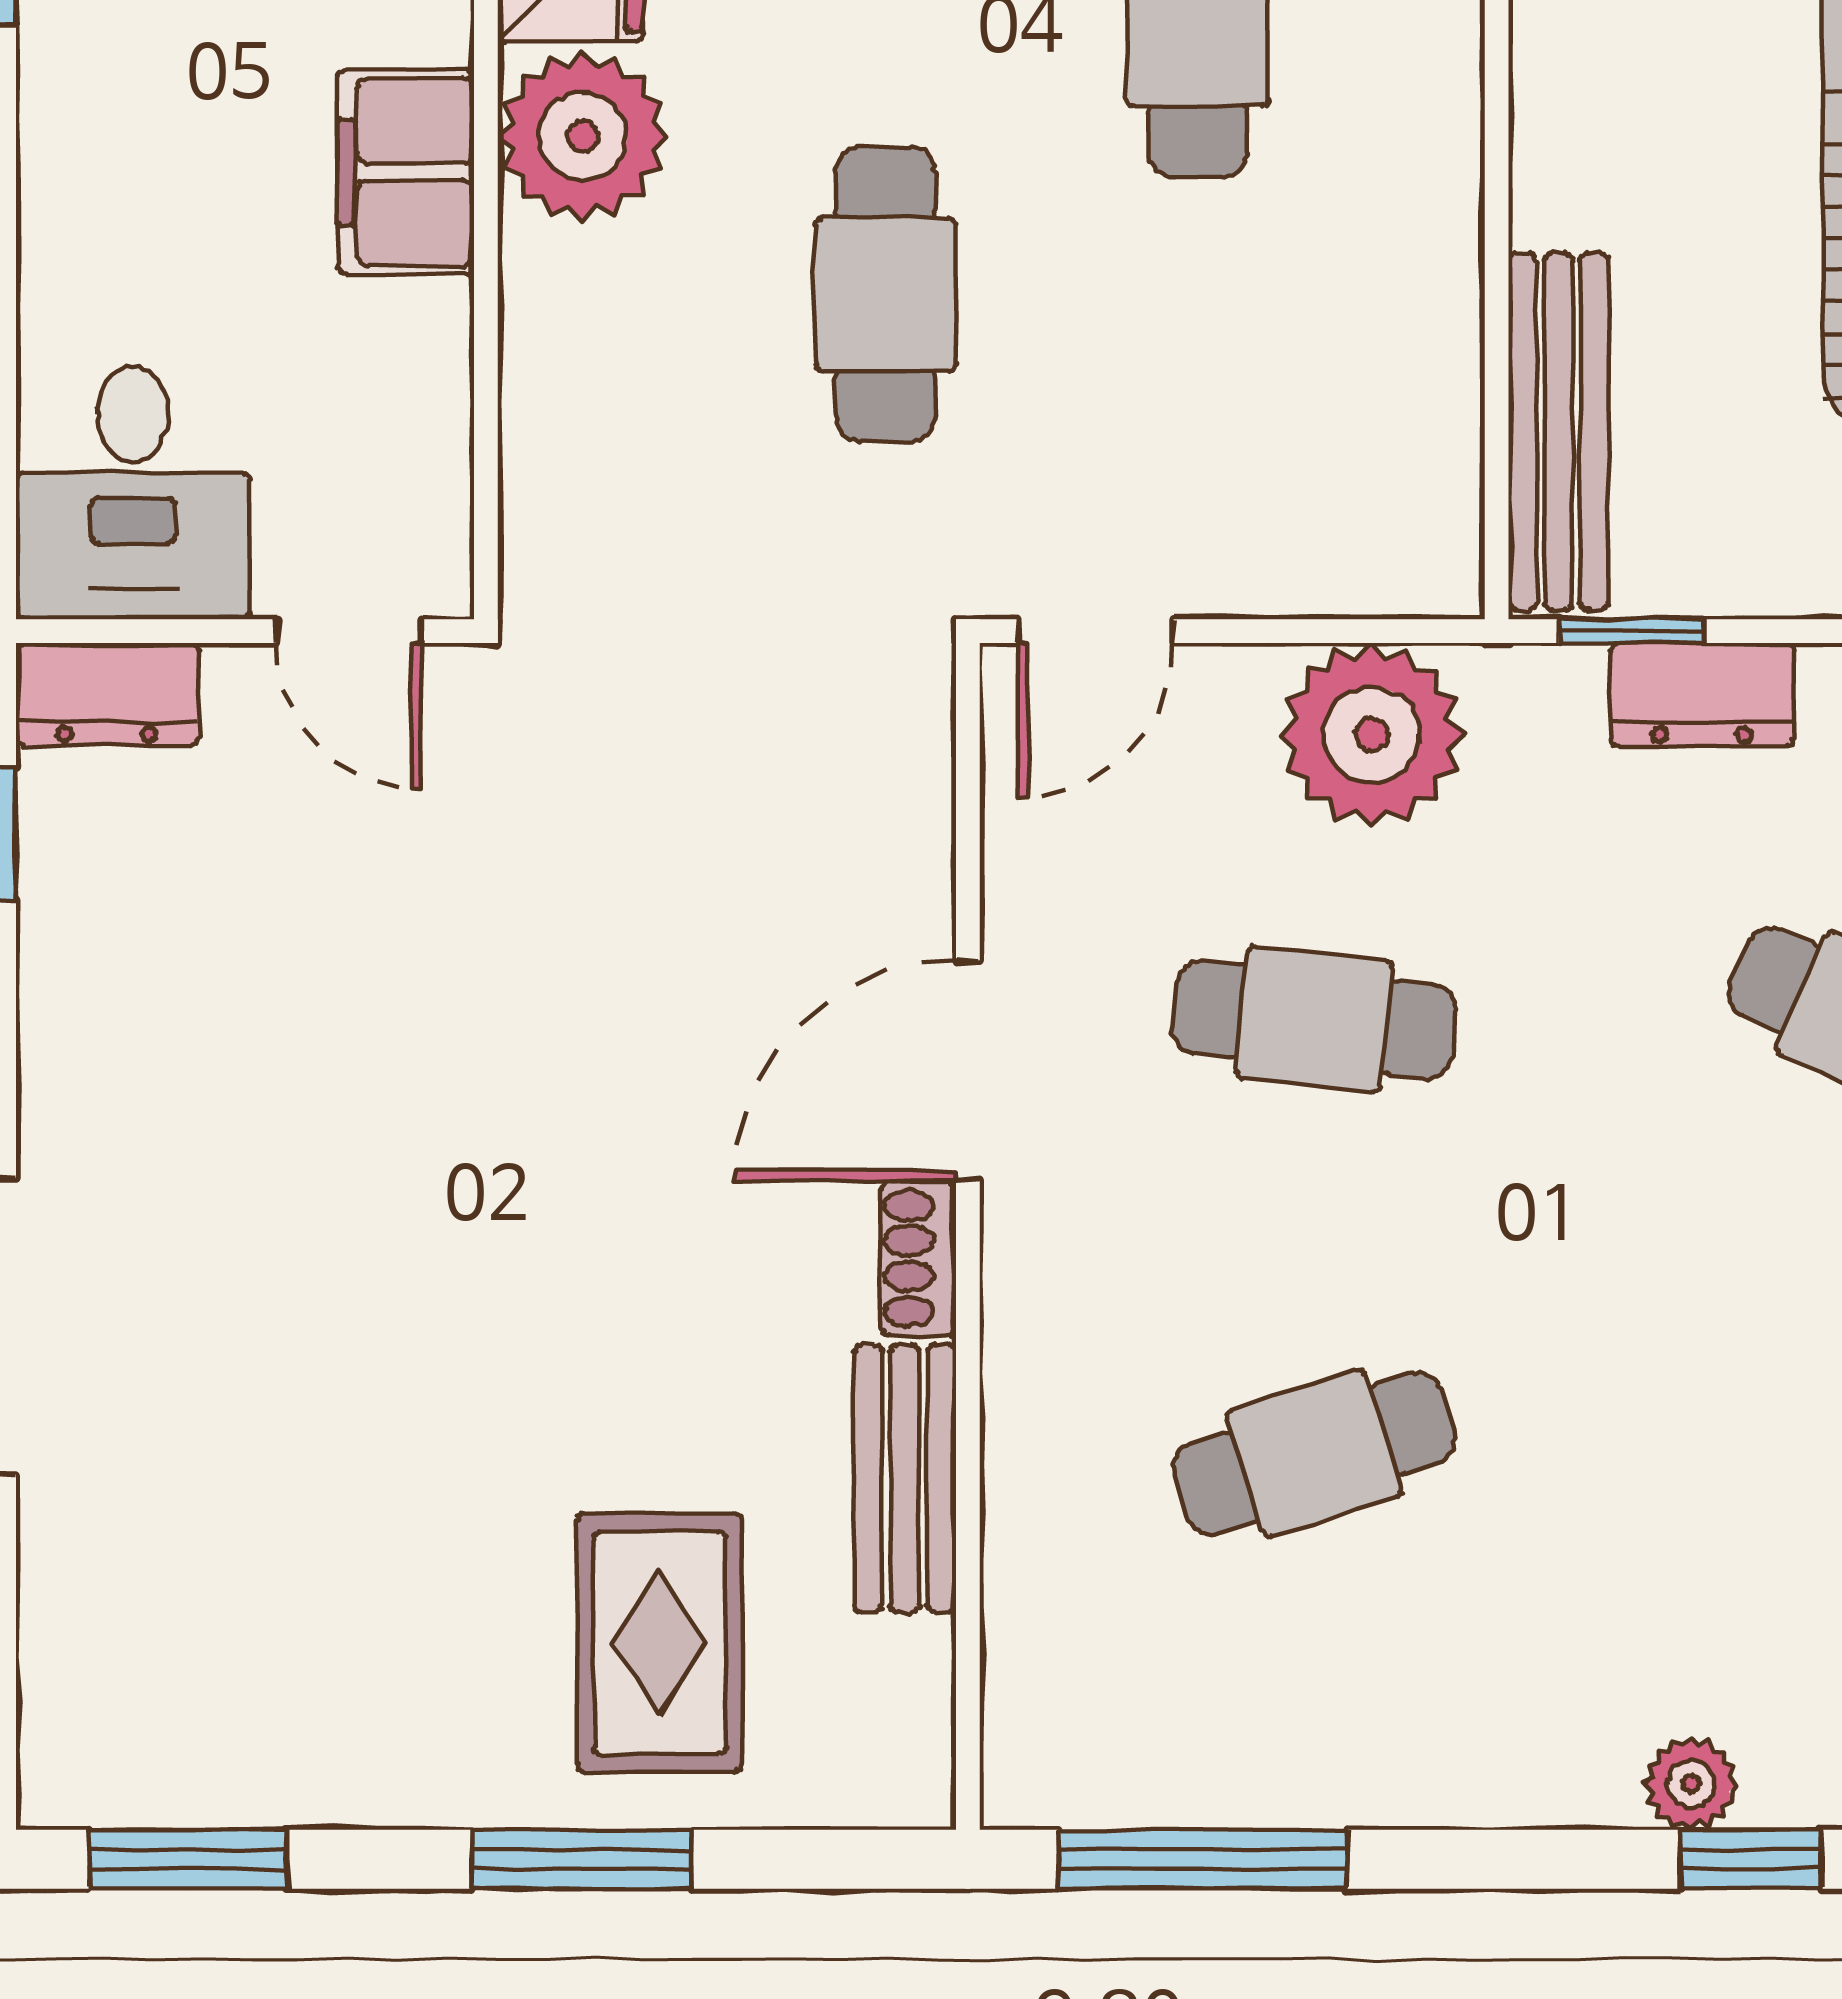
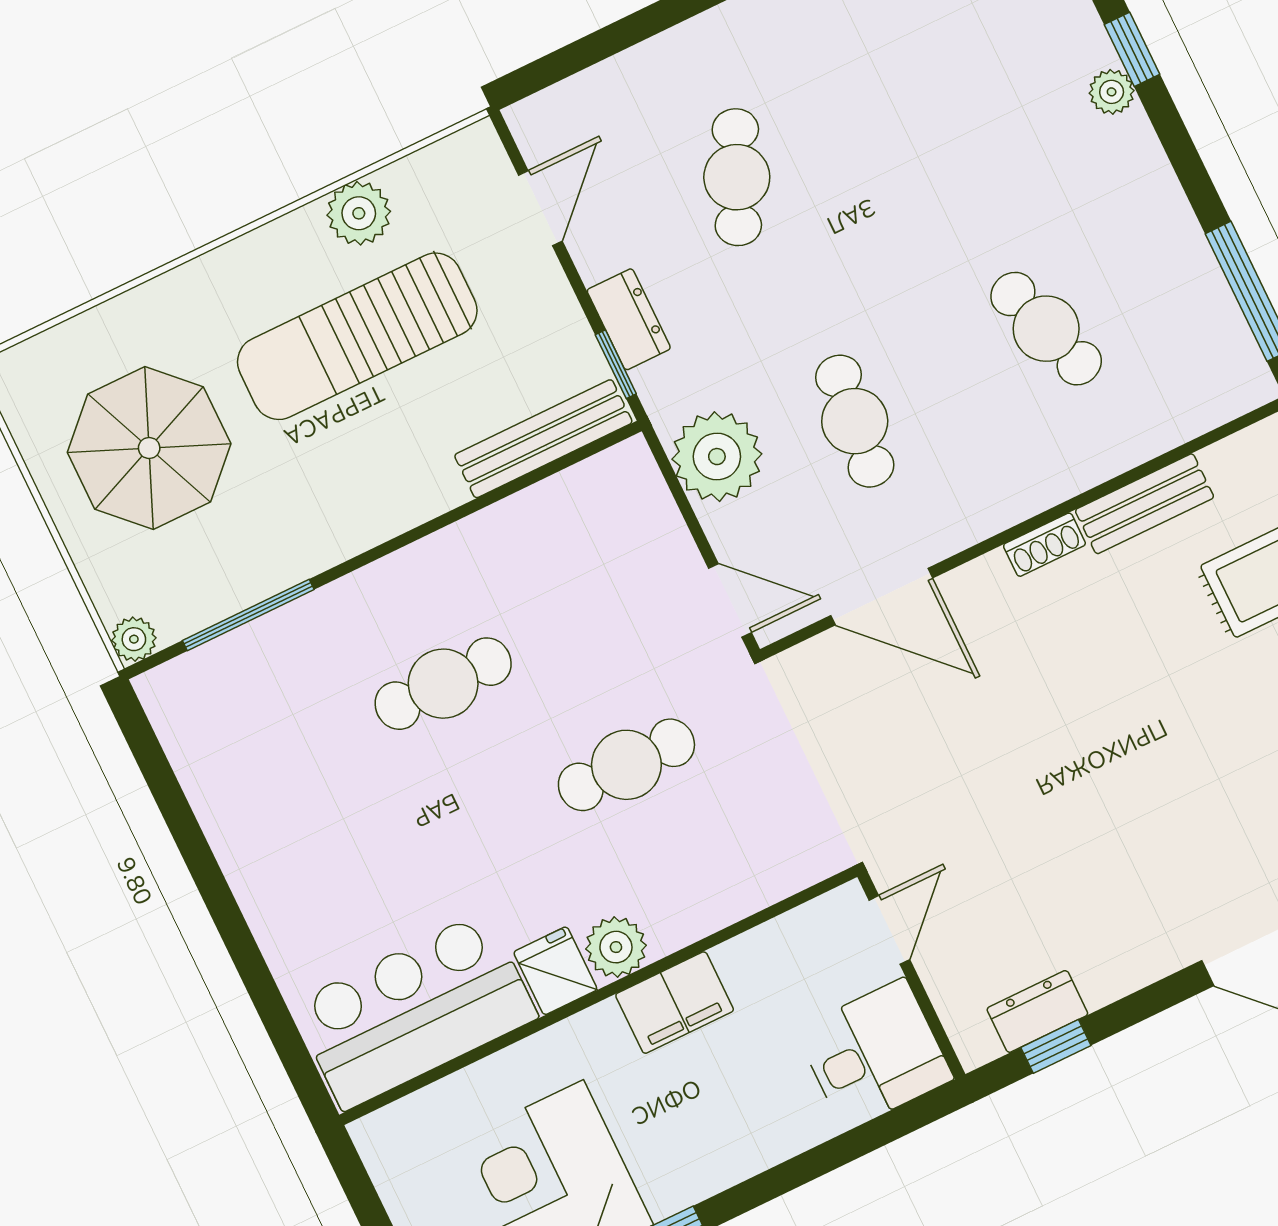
plant: (582, 136) -> (616, 947), width x0.73, depth x0.73
dresser: (107, 694) -> (1037, 1011), moved, turned -90
door: (968, 1071) -> (882, 597), moved

